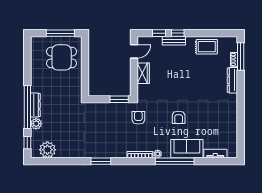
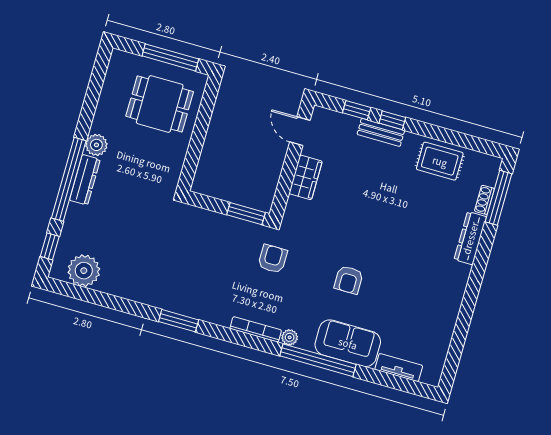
door: (134, 51) -> (300, 131), swing flipped
plant: (36, 124) -> (96, 145), moved

